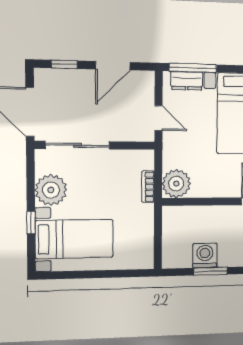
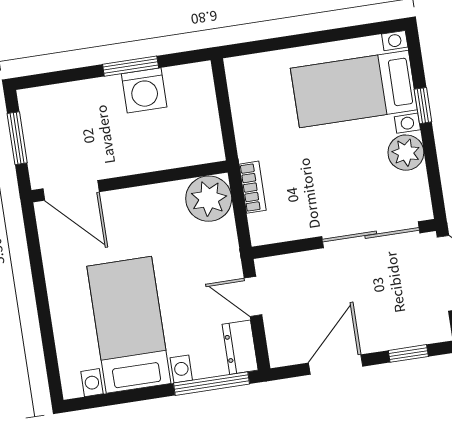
dresser: (187, 81) -> (240, 347), moved, turned -90
plant: (51, 190) -> (406, 153), width x0.73, depth x0.73

